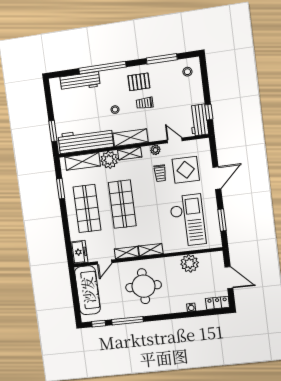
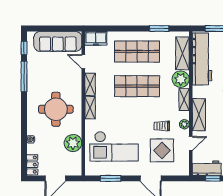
shelving: (130, 138) -> (199, 115), moved
round table: (144, 286) -> (56, 109), moved

